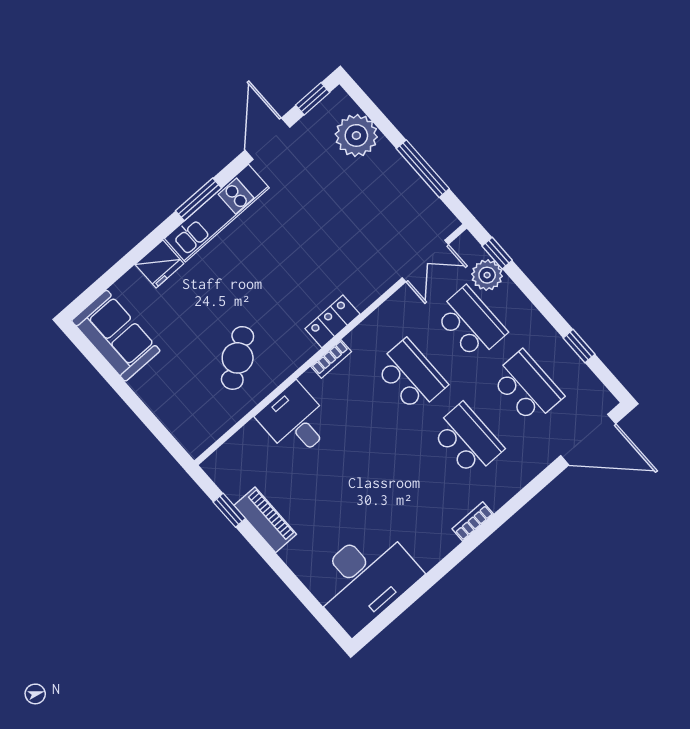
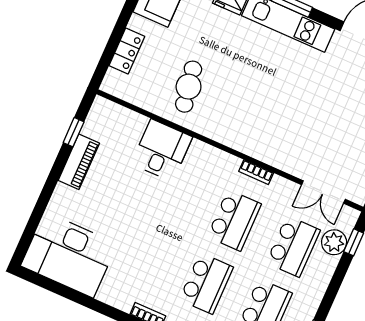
locker: (332, 321) -> (127, 51), moved, turned 90
cafe table: (238, 358) -> (189, 87), turned -65
bookcase: (331, 359) -> (256, 172), moved

